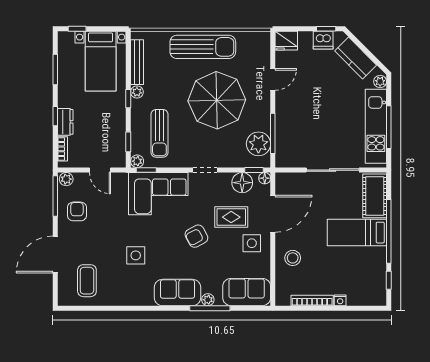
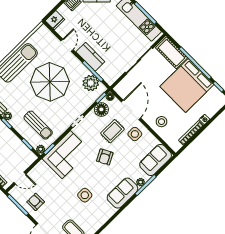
kitchen counter: (285, 116) -> (90, 57), added
door: (100, 170) -> (20, 178), moved
plant: (66, 179) -> (15, 192), removed
bed: (357, 233) -> (187, 86), width x2.04

